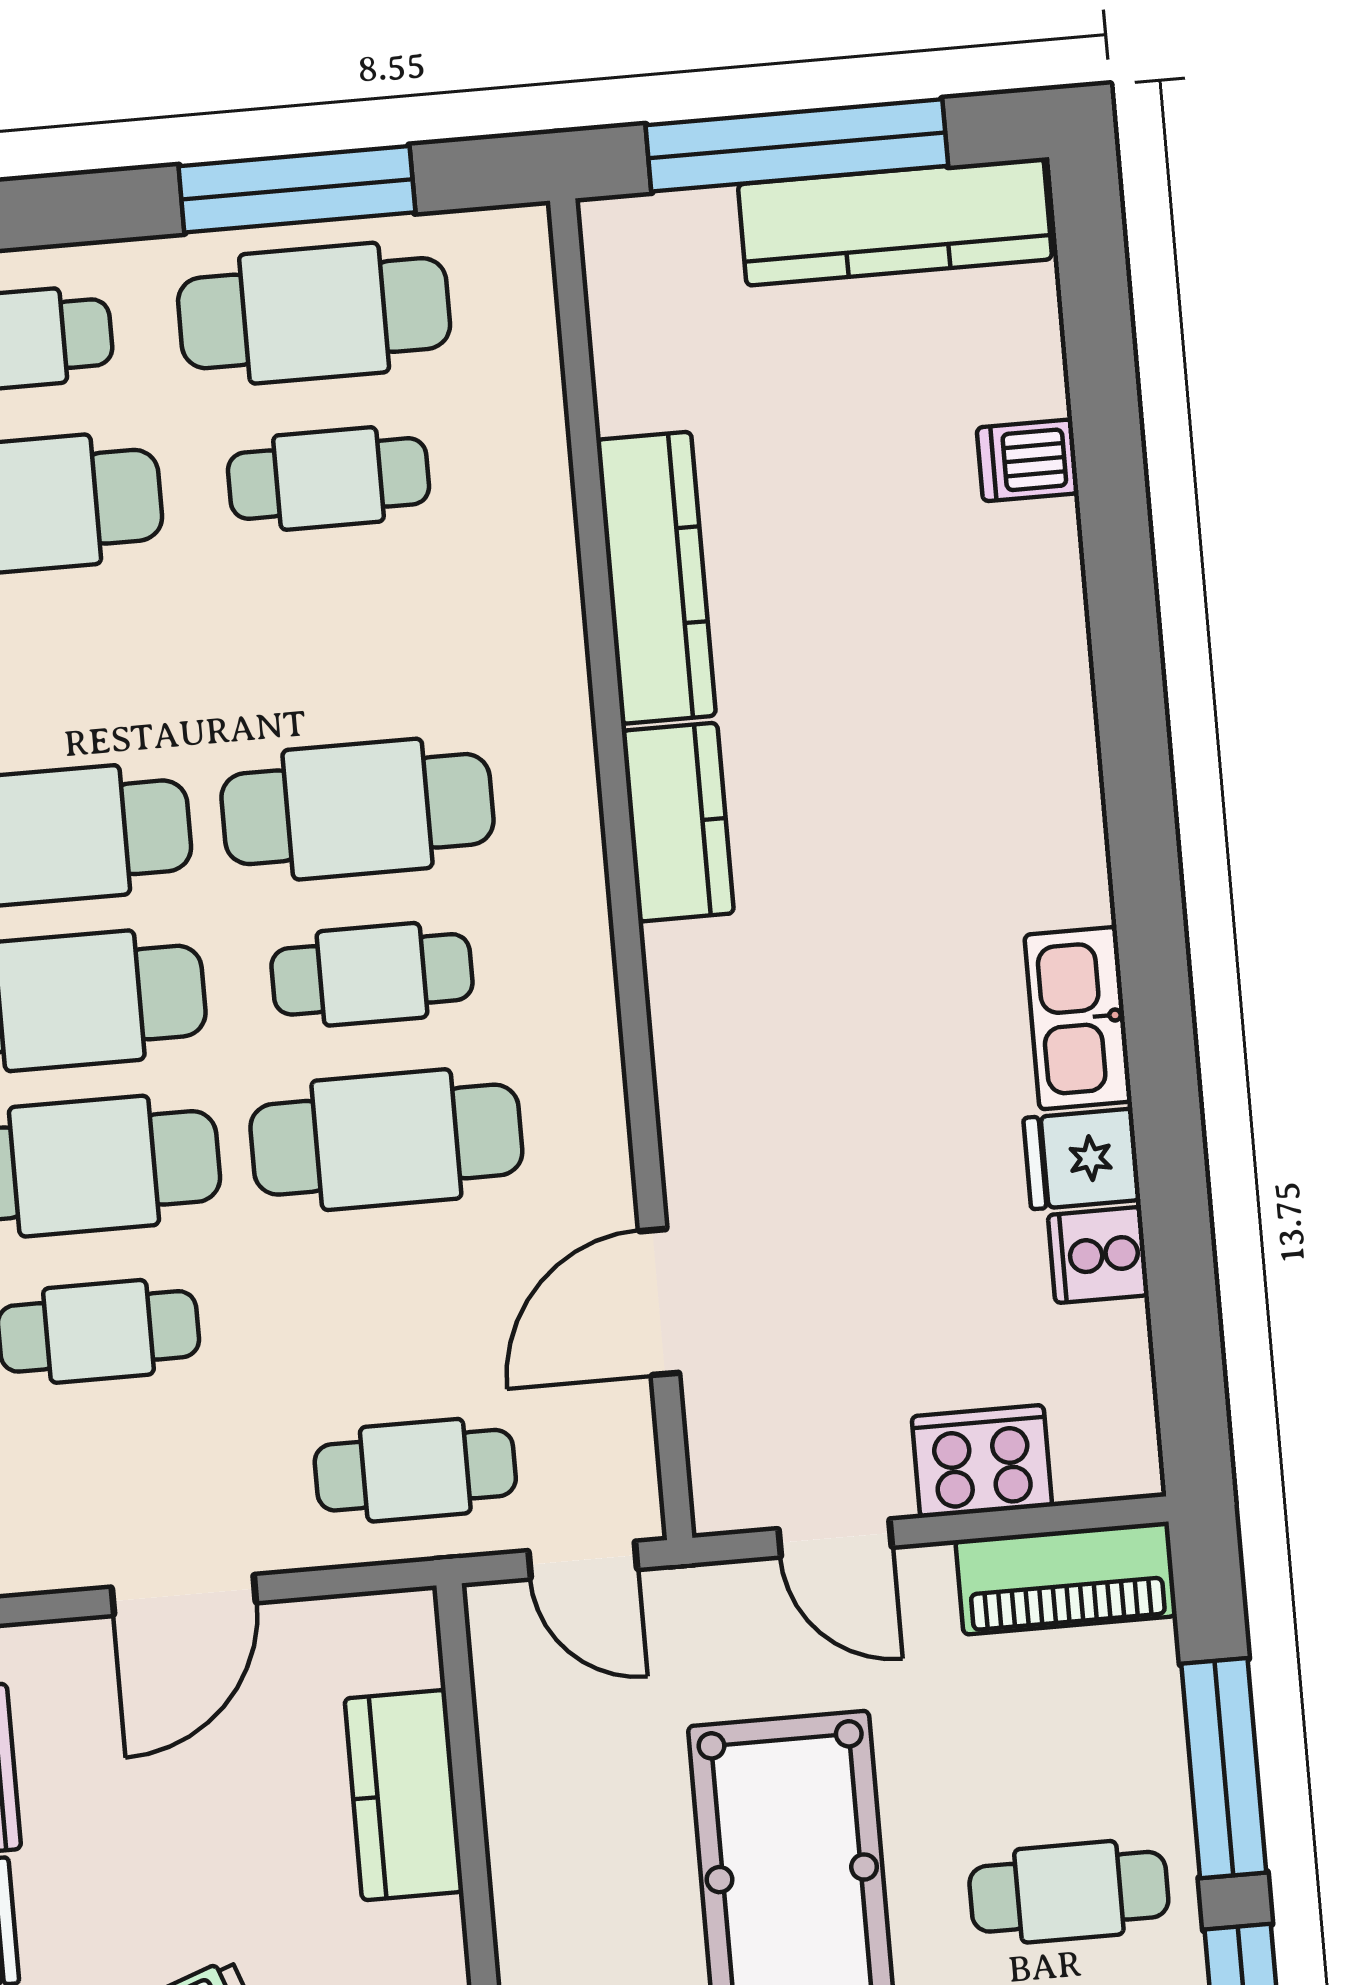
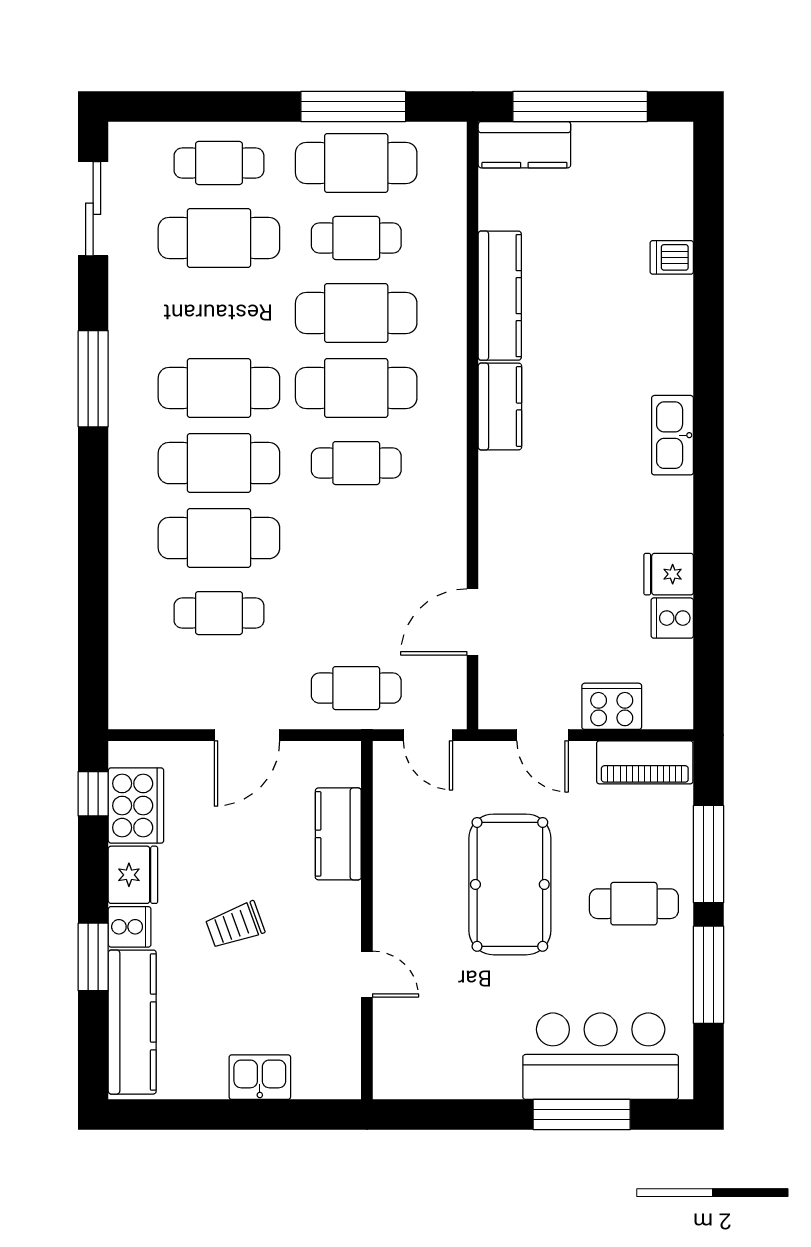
kitchen counter: (895, 222) -> (524, 145), moved, width x0.67
kitchen sink: (1078, 1018) -> (672, 435), moved
cafe table: (386, 1140) -> (356, 313), moved

